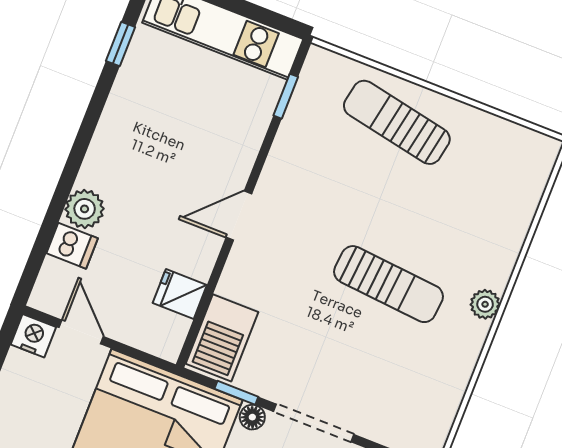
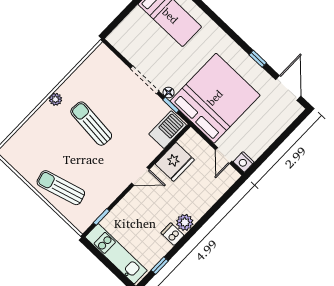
sun lounger: (397, 122) -> (61, 188), turned 153
plant: (85, 209) -> (185, 222), moved
dishwasher: (72, 246) -> (172, 234), moved
fridge: (180, 294) -> (175, 162), width x1.88, depth x1.34

